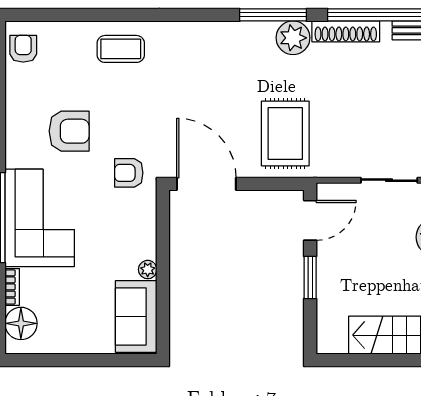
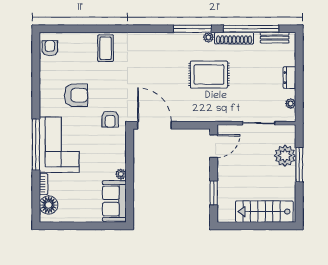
plant: (293, 38) -> (208, 37), width x0.53, depth x0.53
coffee table: (121, 49) -> (106, 48), turned 90
rug: (285, 133) -> (209, 75), moved, turned 90
armchair: (129, 173) -> (110, 119), turned -90
window: (310, 277) -> (214, 193), moved

